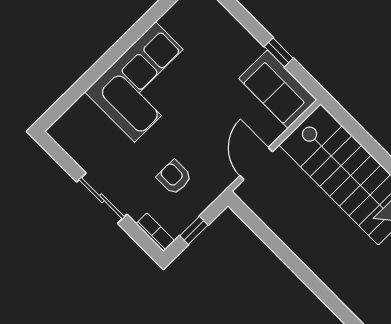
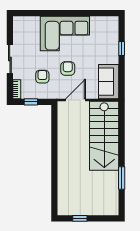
window: (279, 52) -> (122, 48), moved
armchair: (199, 129) -> (68, 68), added

